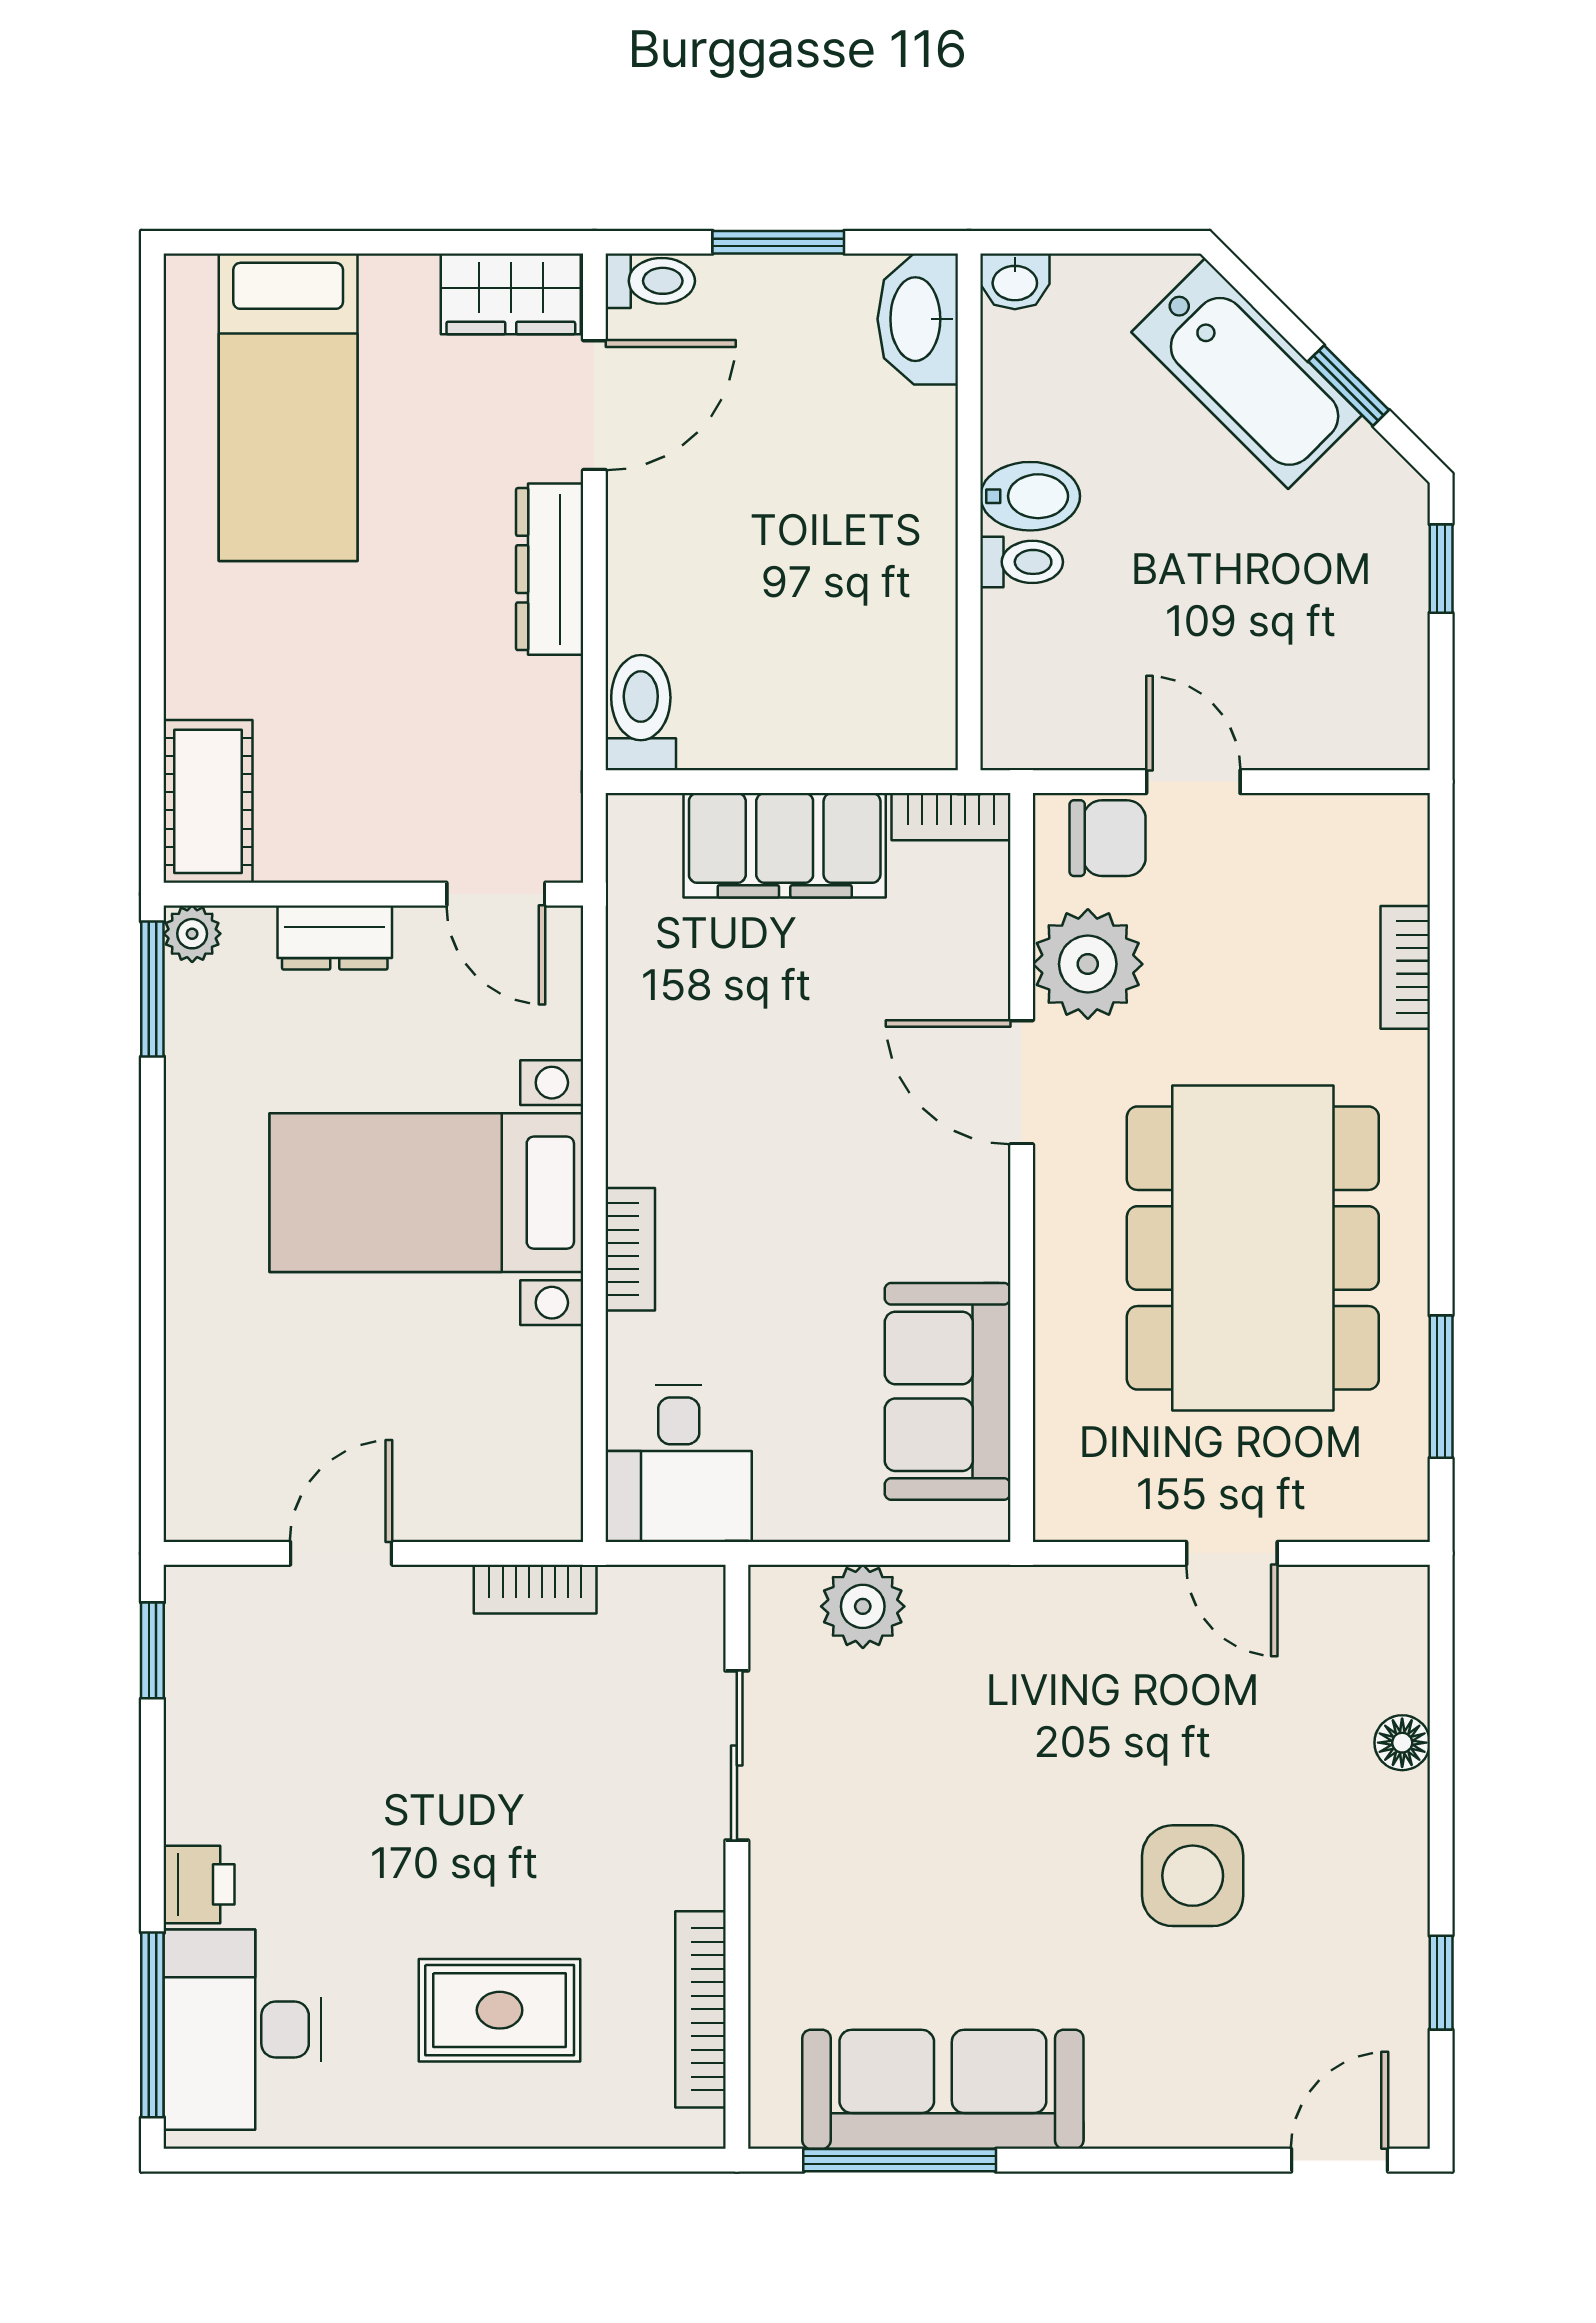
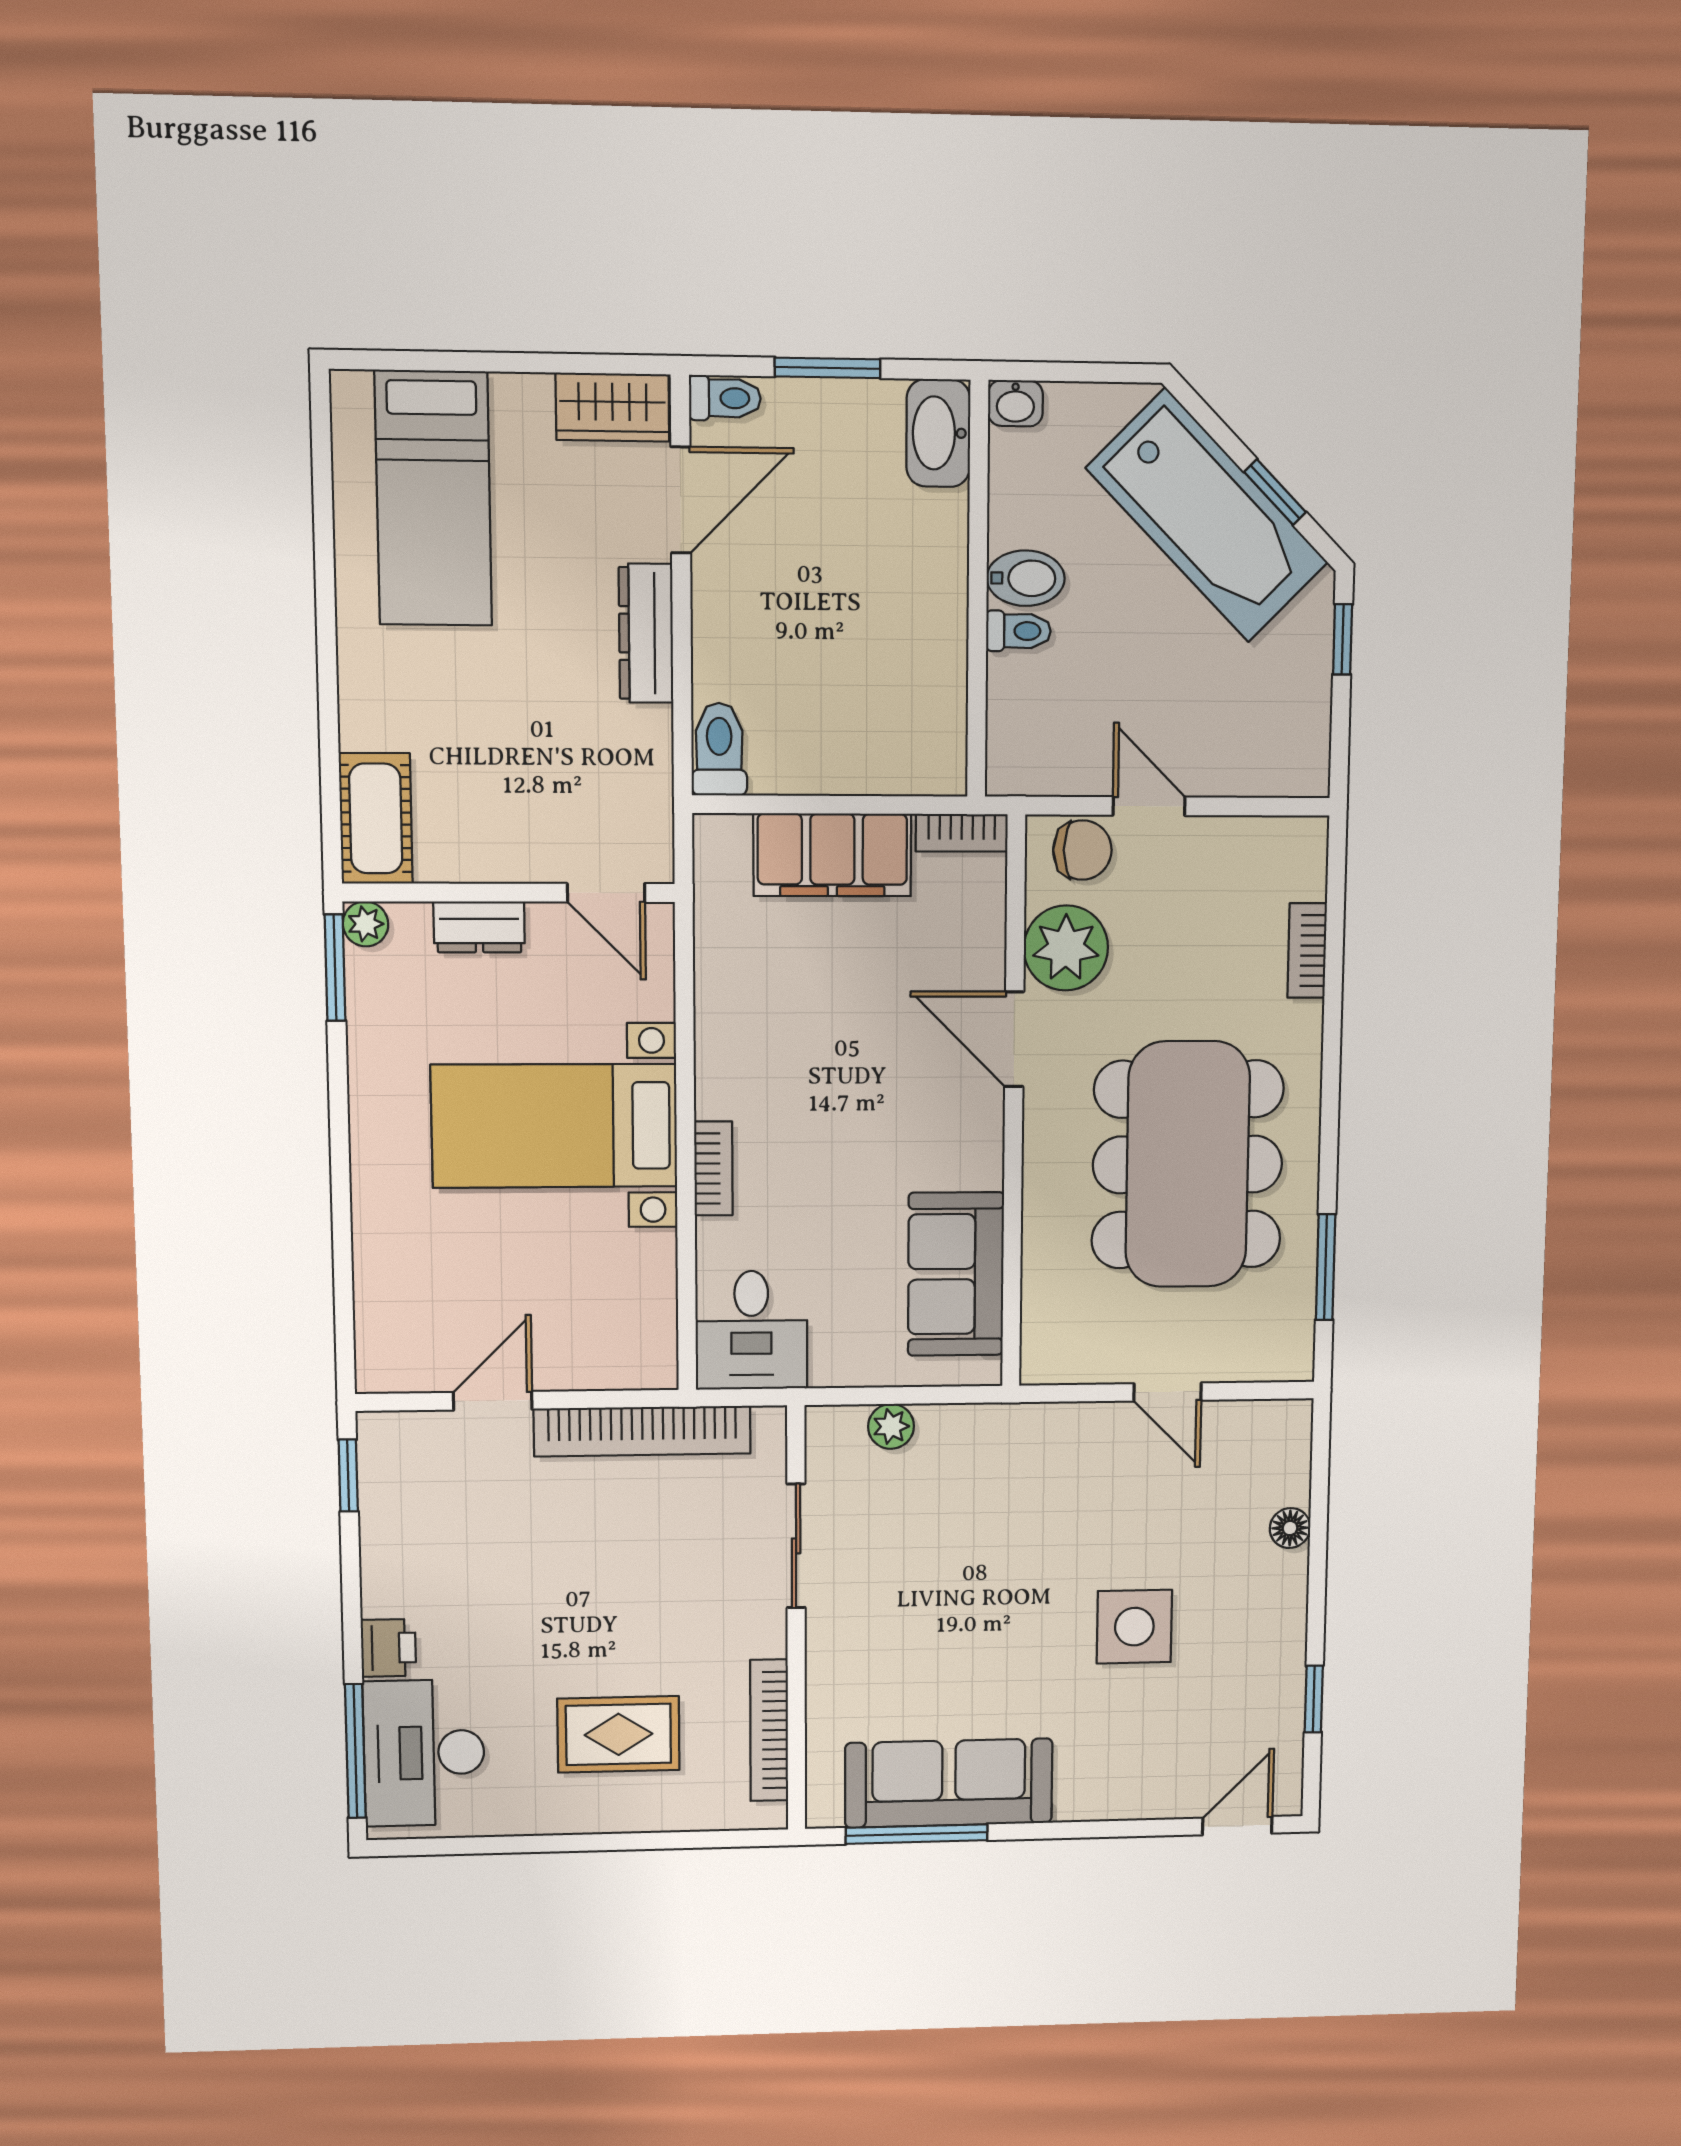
bathtub: (1247, 374) -> (1207, 515), width x1.36, depth x1.36
bookcase: (535, 1589) -> (642, 1431), width x2.31, depth x1.31
plant: (863, 1606) -> (891, 1426), width x0.73, depth x0.73

